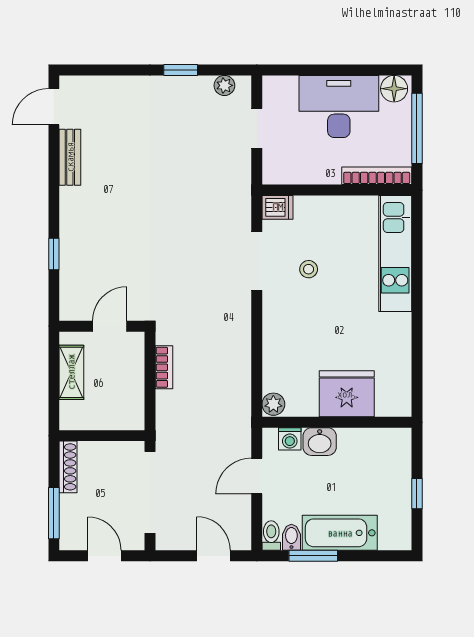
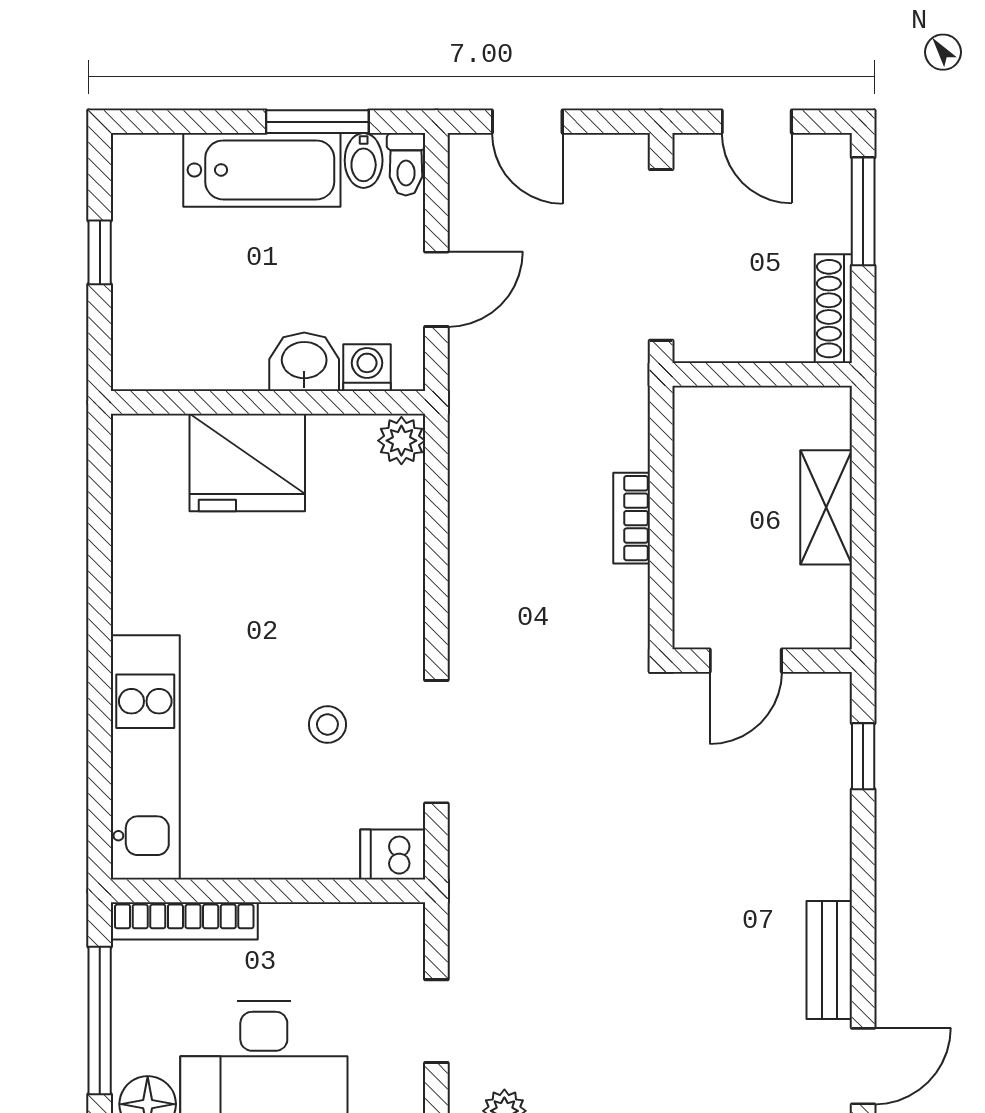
wall: (102, 326) -> (762, 661), moved
door: (110, 326) -> (746, 661), moved

